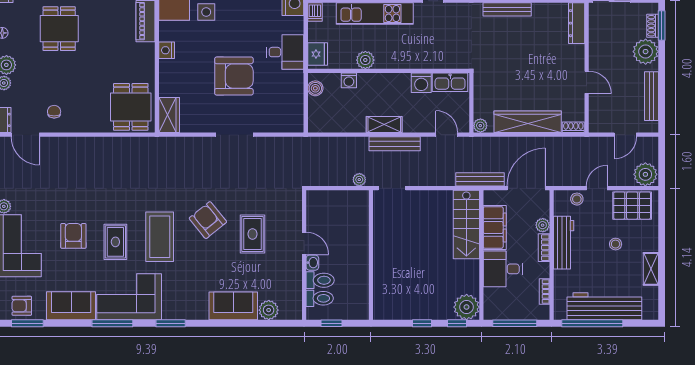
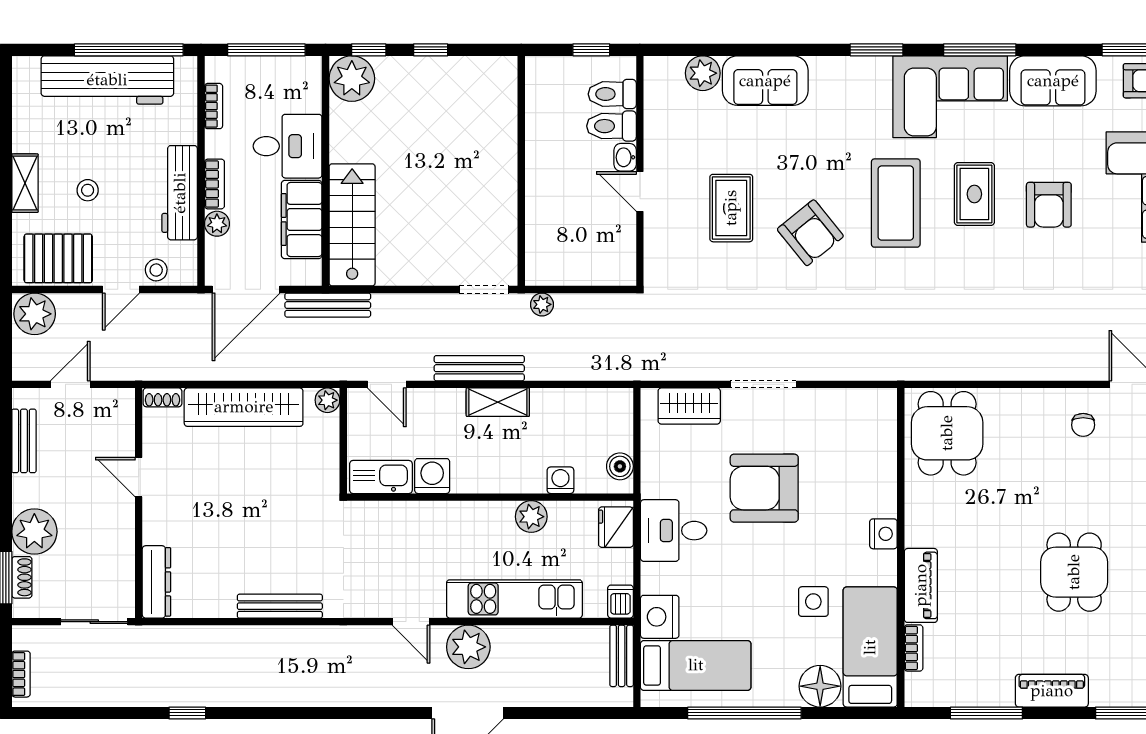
bench: (651, 96) -> (24, 441), width x0.73
wardrobe: (169, 115) -> (689, 406), moved, turned -90
shelving: (651, 269) -> (25, 183), moved

